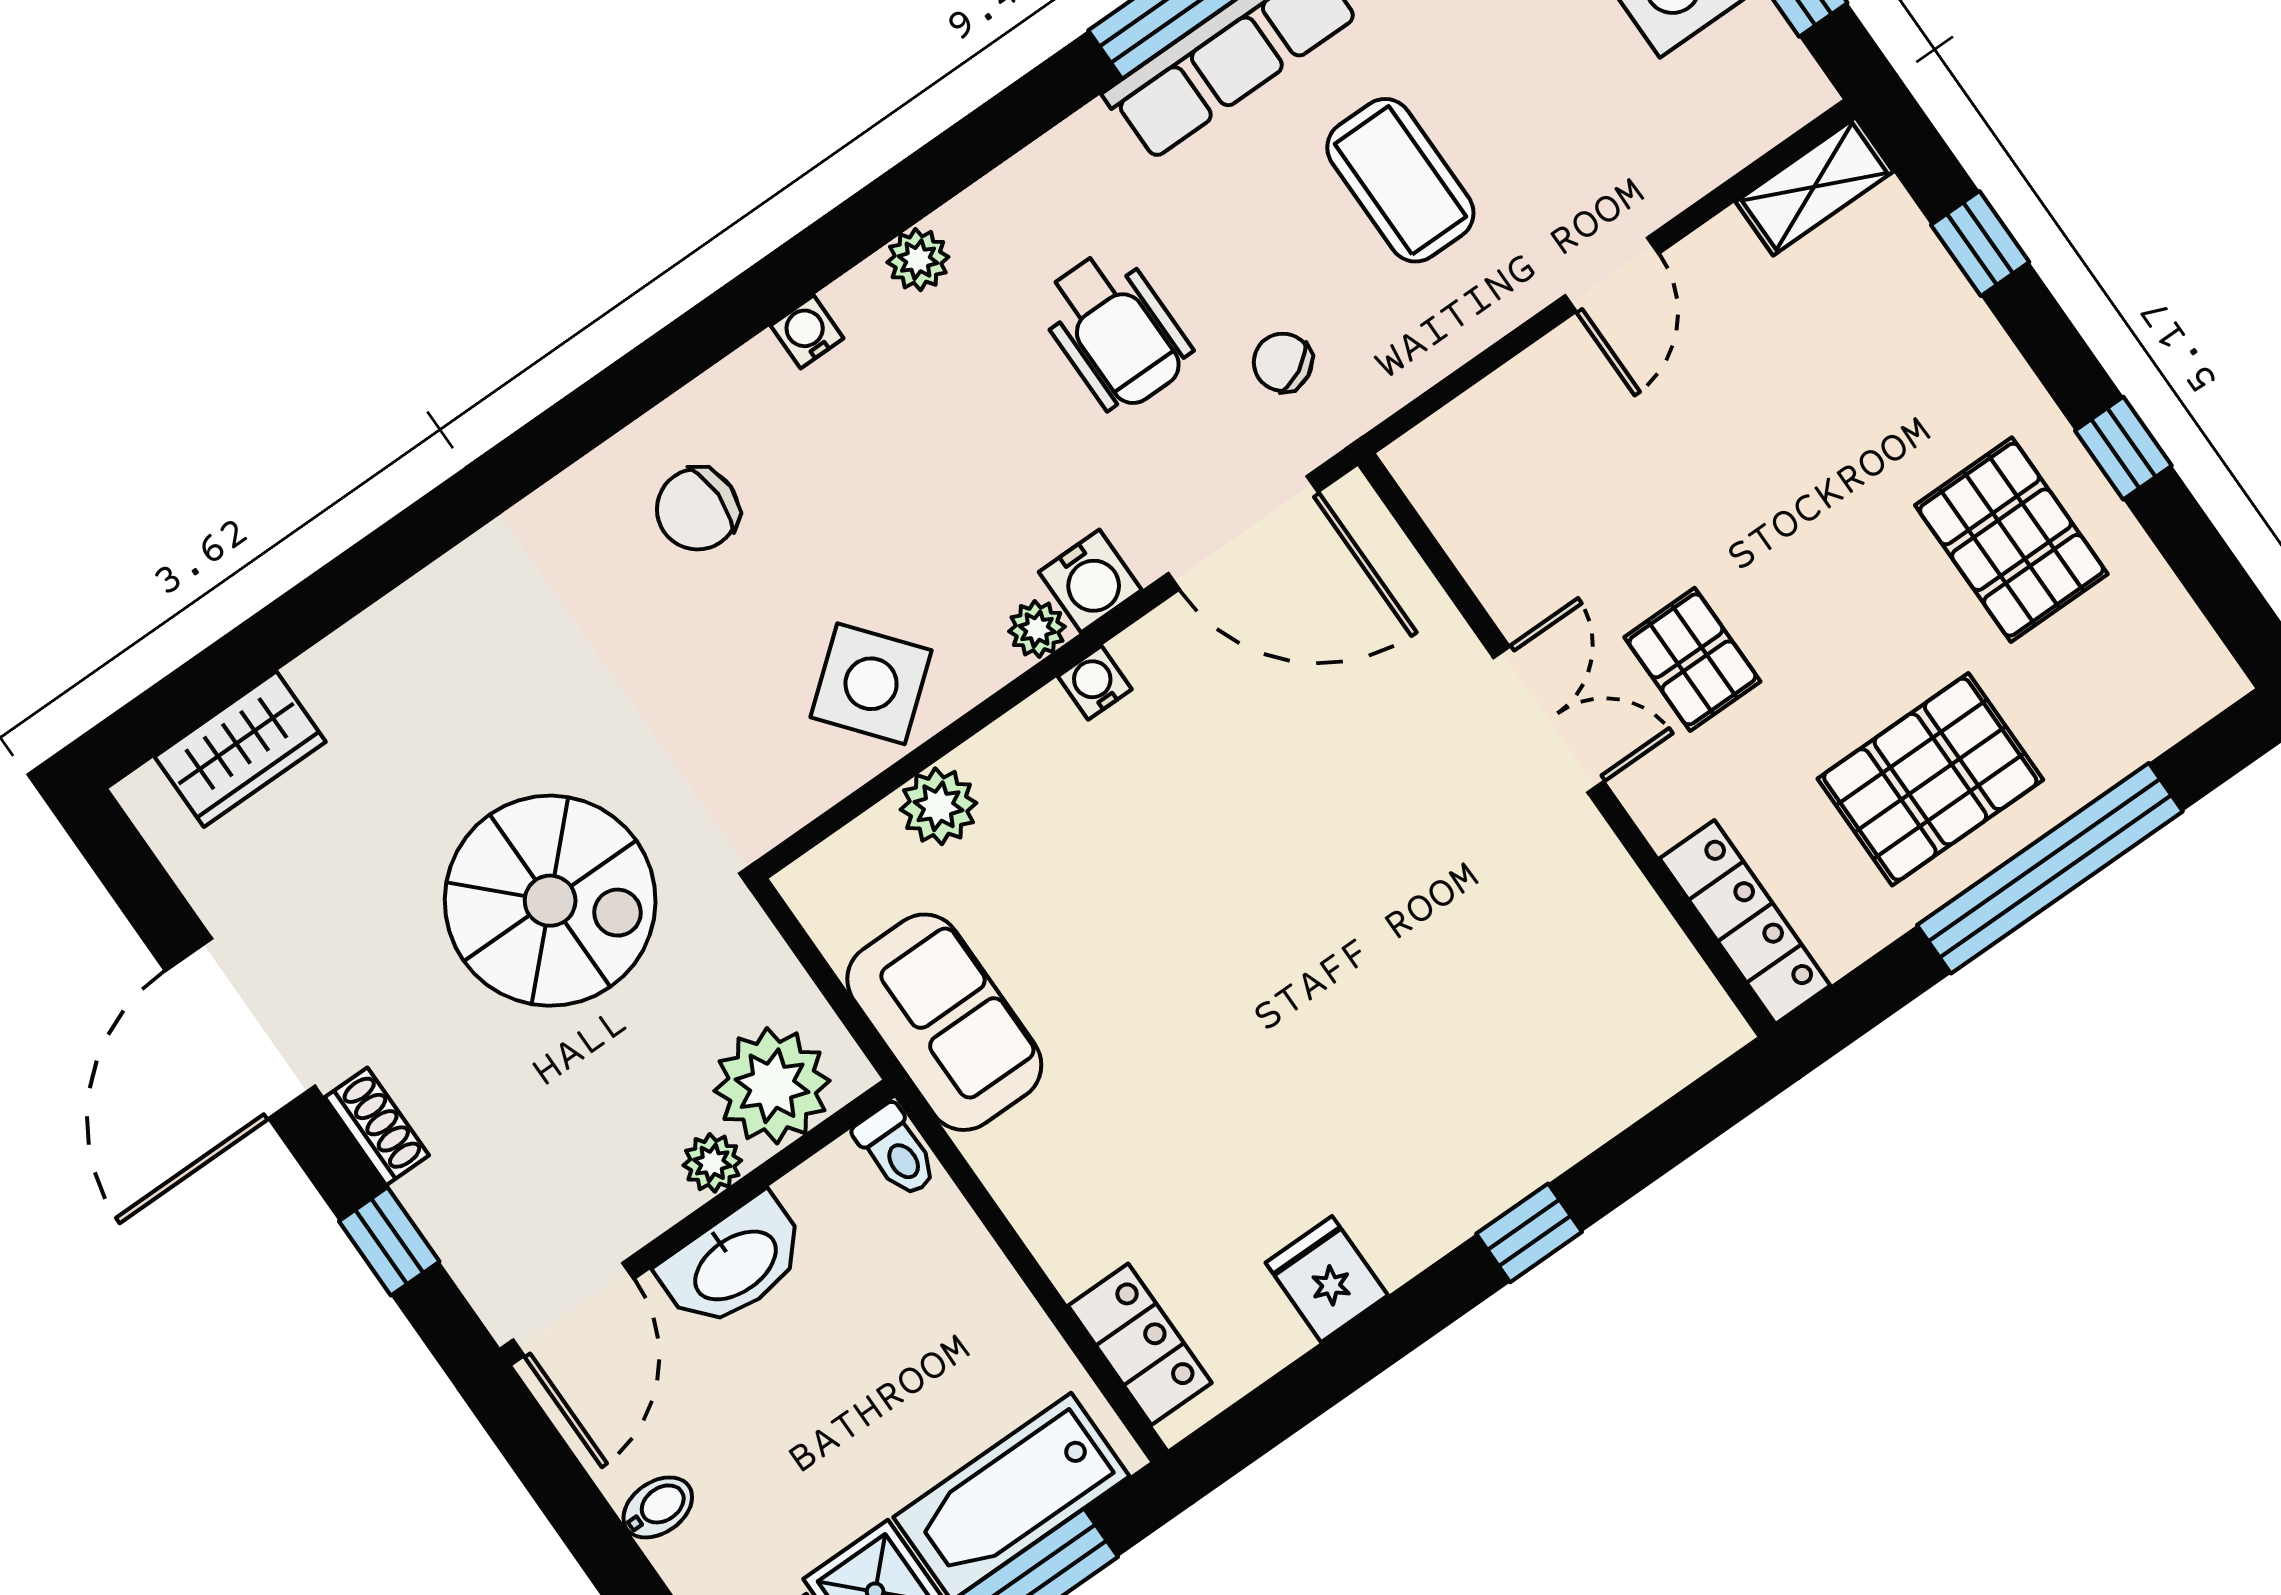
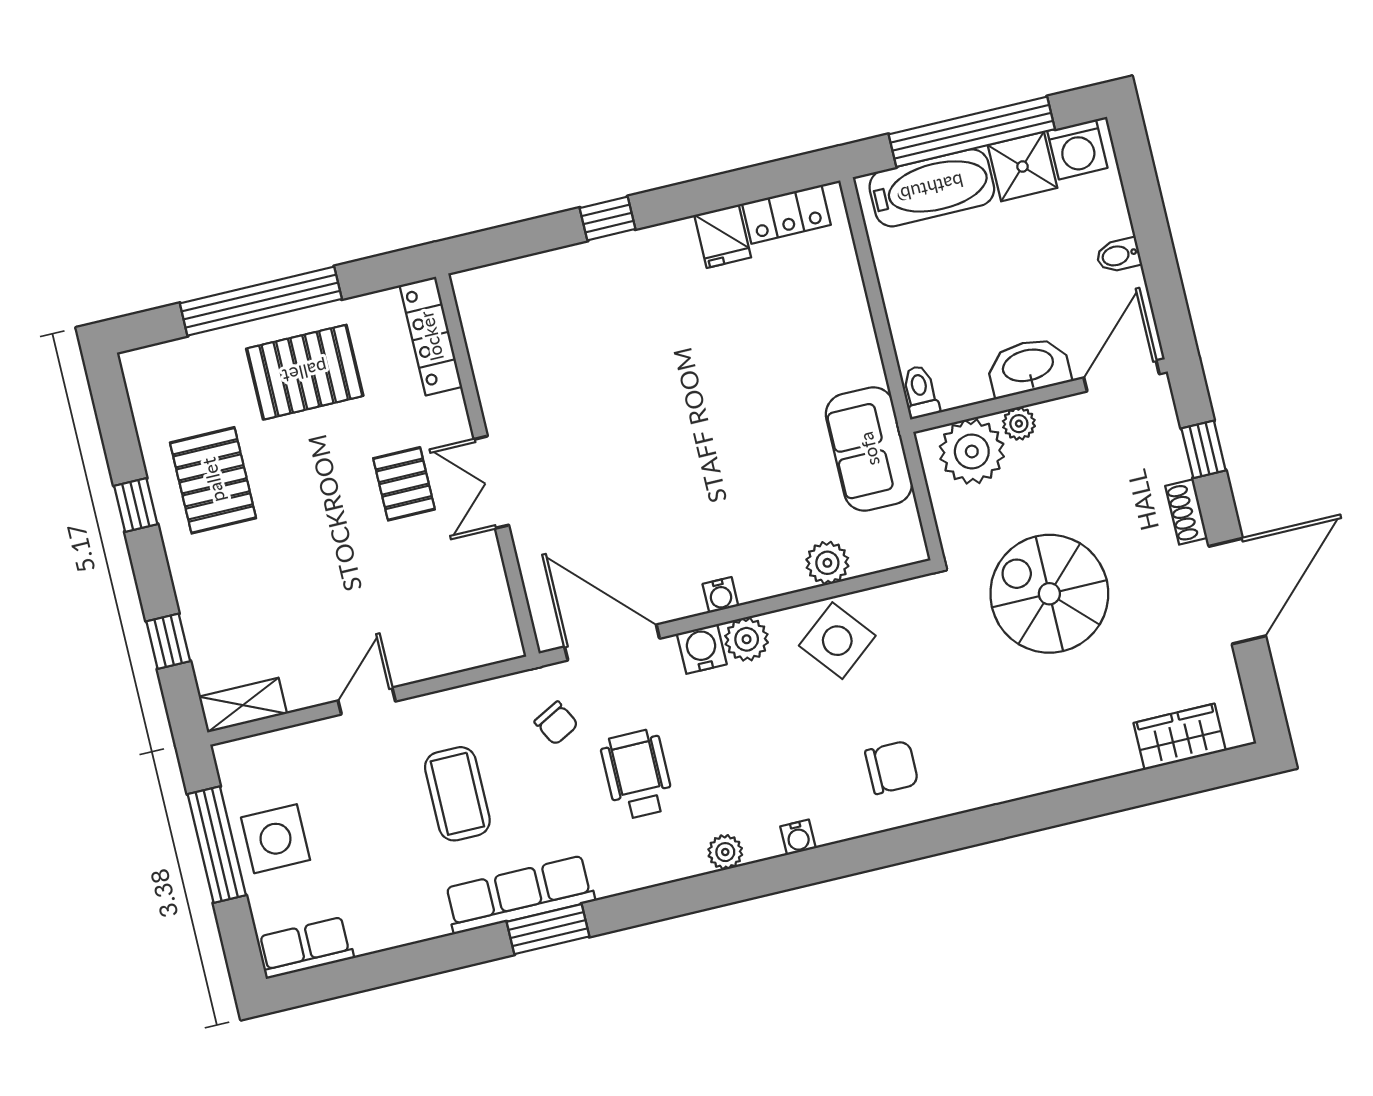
plant: (1037, 629) -> (747, 639), width x1.38, depth x1.38
locker: (1140, 1344) -> (786, 214), moved, turned -90

